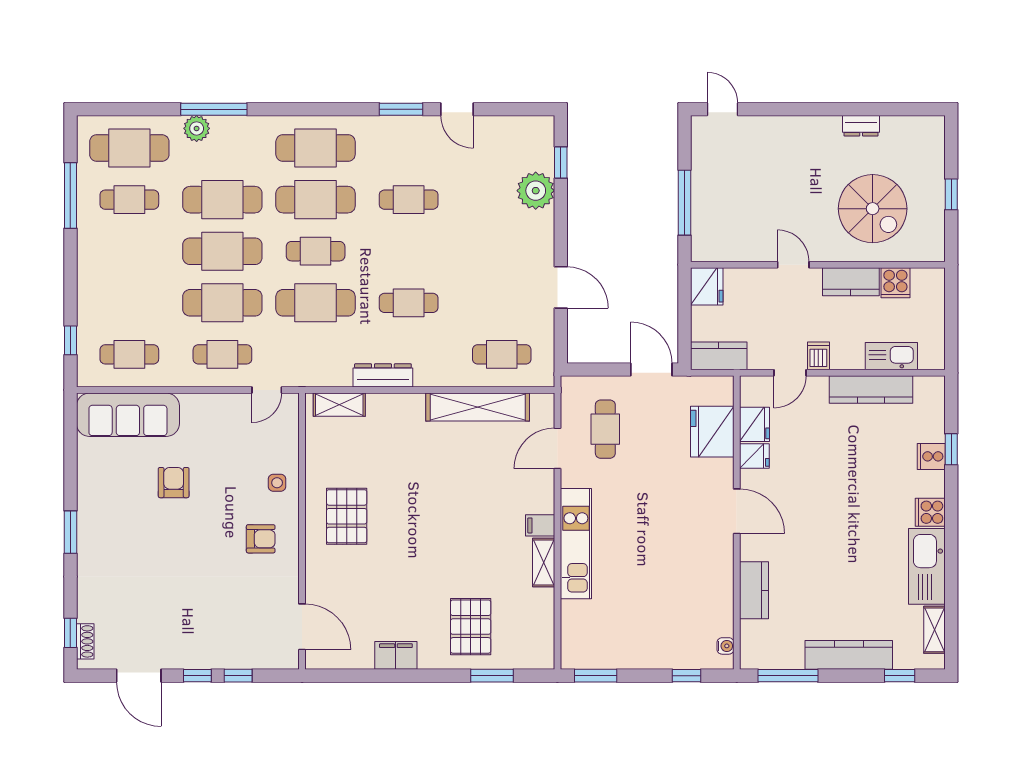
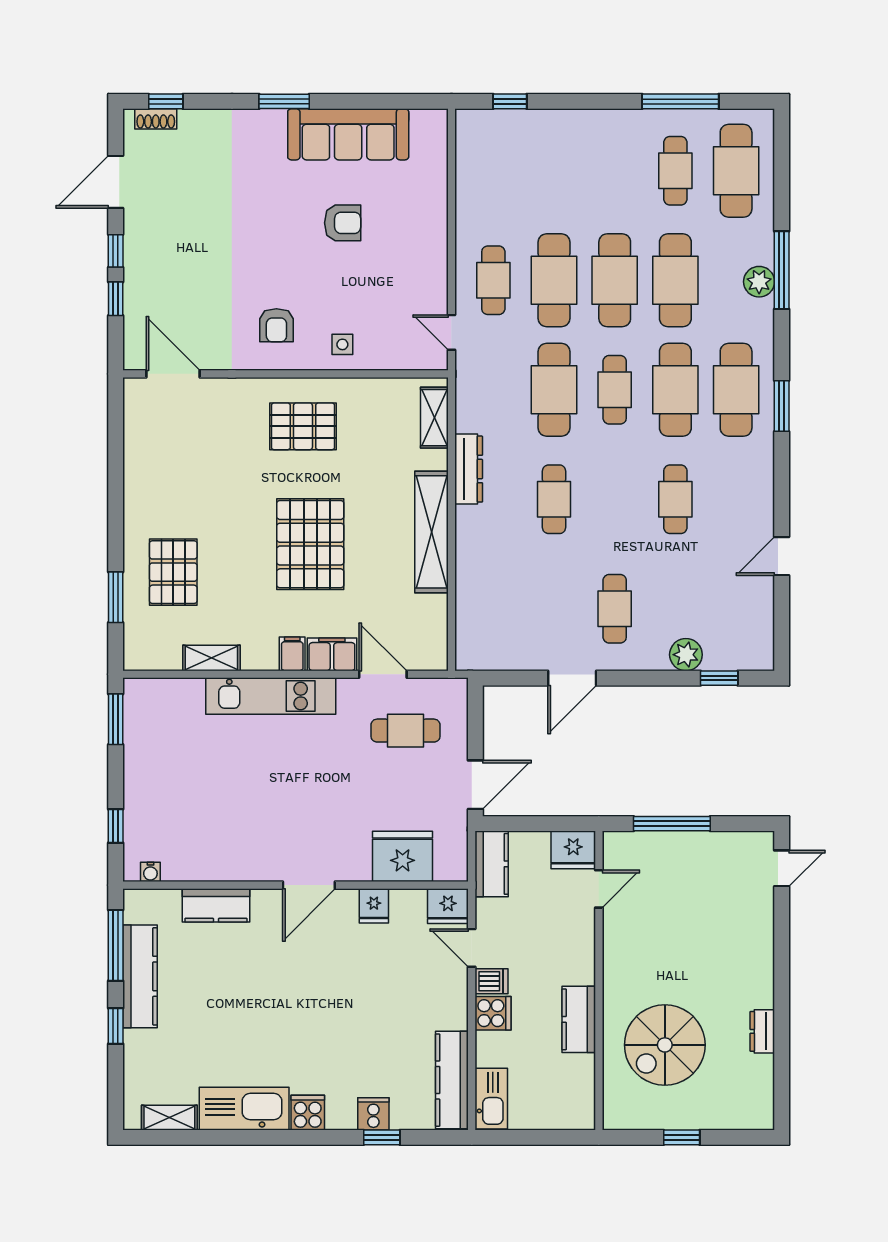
window: (401, 109) -> (782, 406), moved
plant: (197, 128) -> (759, 282), moved
plant: (536, 191) -> (686, 655), width x0.73, depth x0.73
door: (793, 265) -> (599, 889), moved
cooker: (895, 283) -> (493, 1013), moved, turned 180
cafe table: (129, 354) -> (493, 171), removed
cafe table: (502, 354) -> (615, 609), moved
kitchen sink: (891, 356) -> (491, 1099), moved
kitchen counter: (871, 390) -> (452, 1080), moved
shelving: (478, 407) -> (431, 532), moved
sofa: (128, 415) -> (348, 134), moved, turned -90
fridge: (755, 424) -> (448, 906), moved
pallet: (447, 510) -> (310, 544), added
shelving: (544, 563) -> (211, 658), moved
door: (302, 627) -> (173, 374), swing flipped
pallet: (471, 627) -> (173, 572), turned 90
filing cabinet: (396, 655) -> (332, 654), moved, turned -90
kitchen counter: (849, 655) -> (140, 976), moved
window: (900, 676) -> (116, 1026), moved

